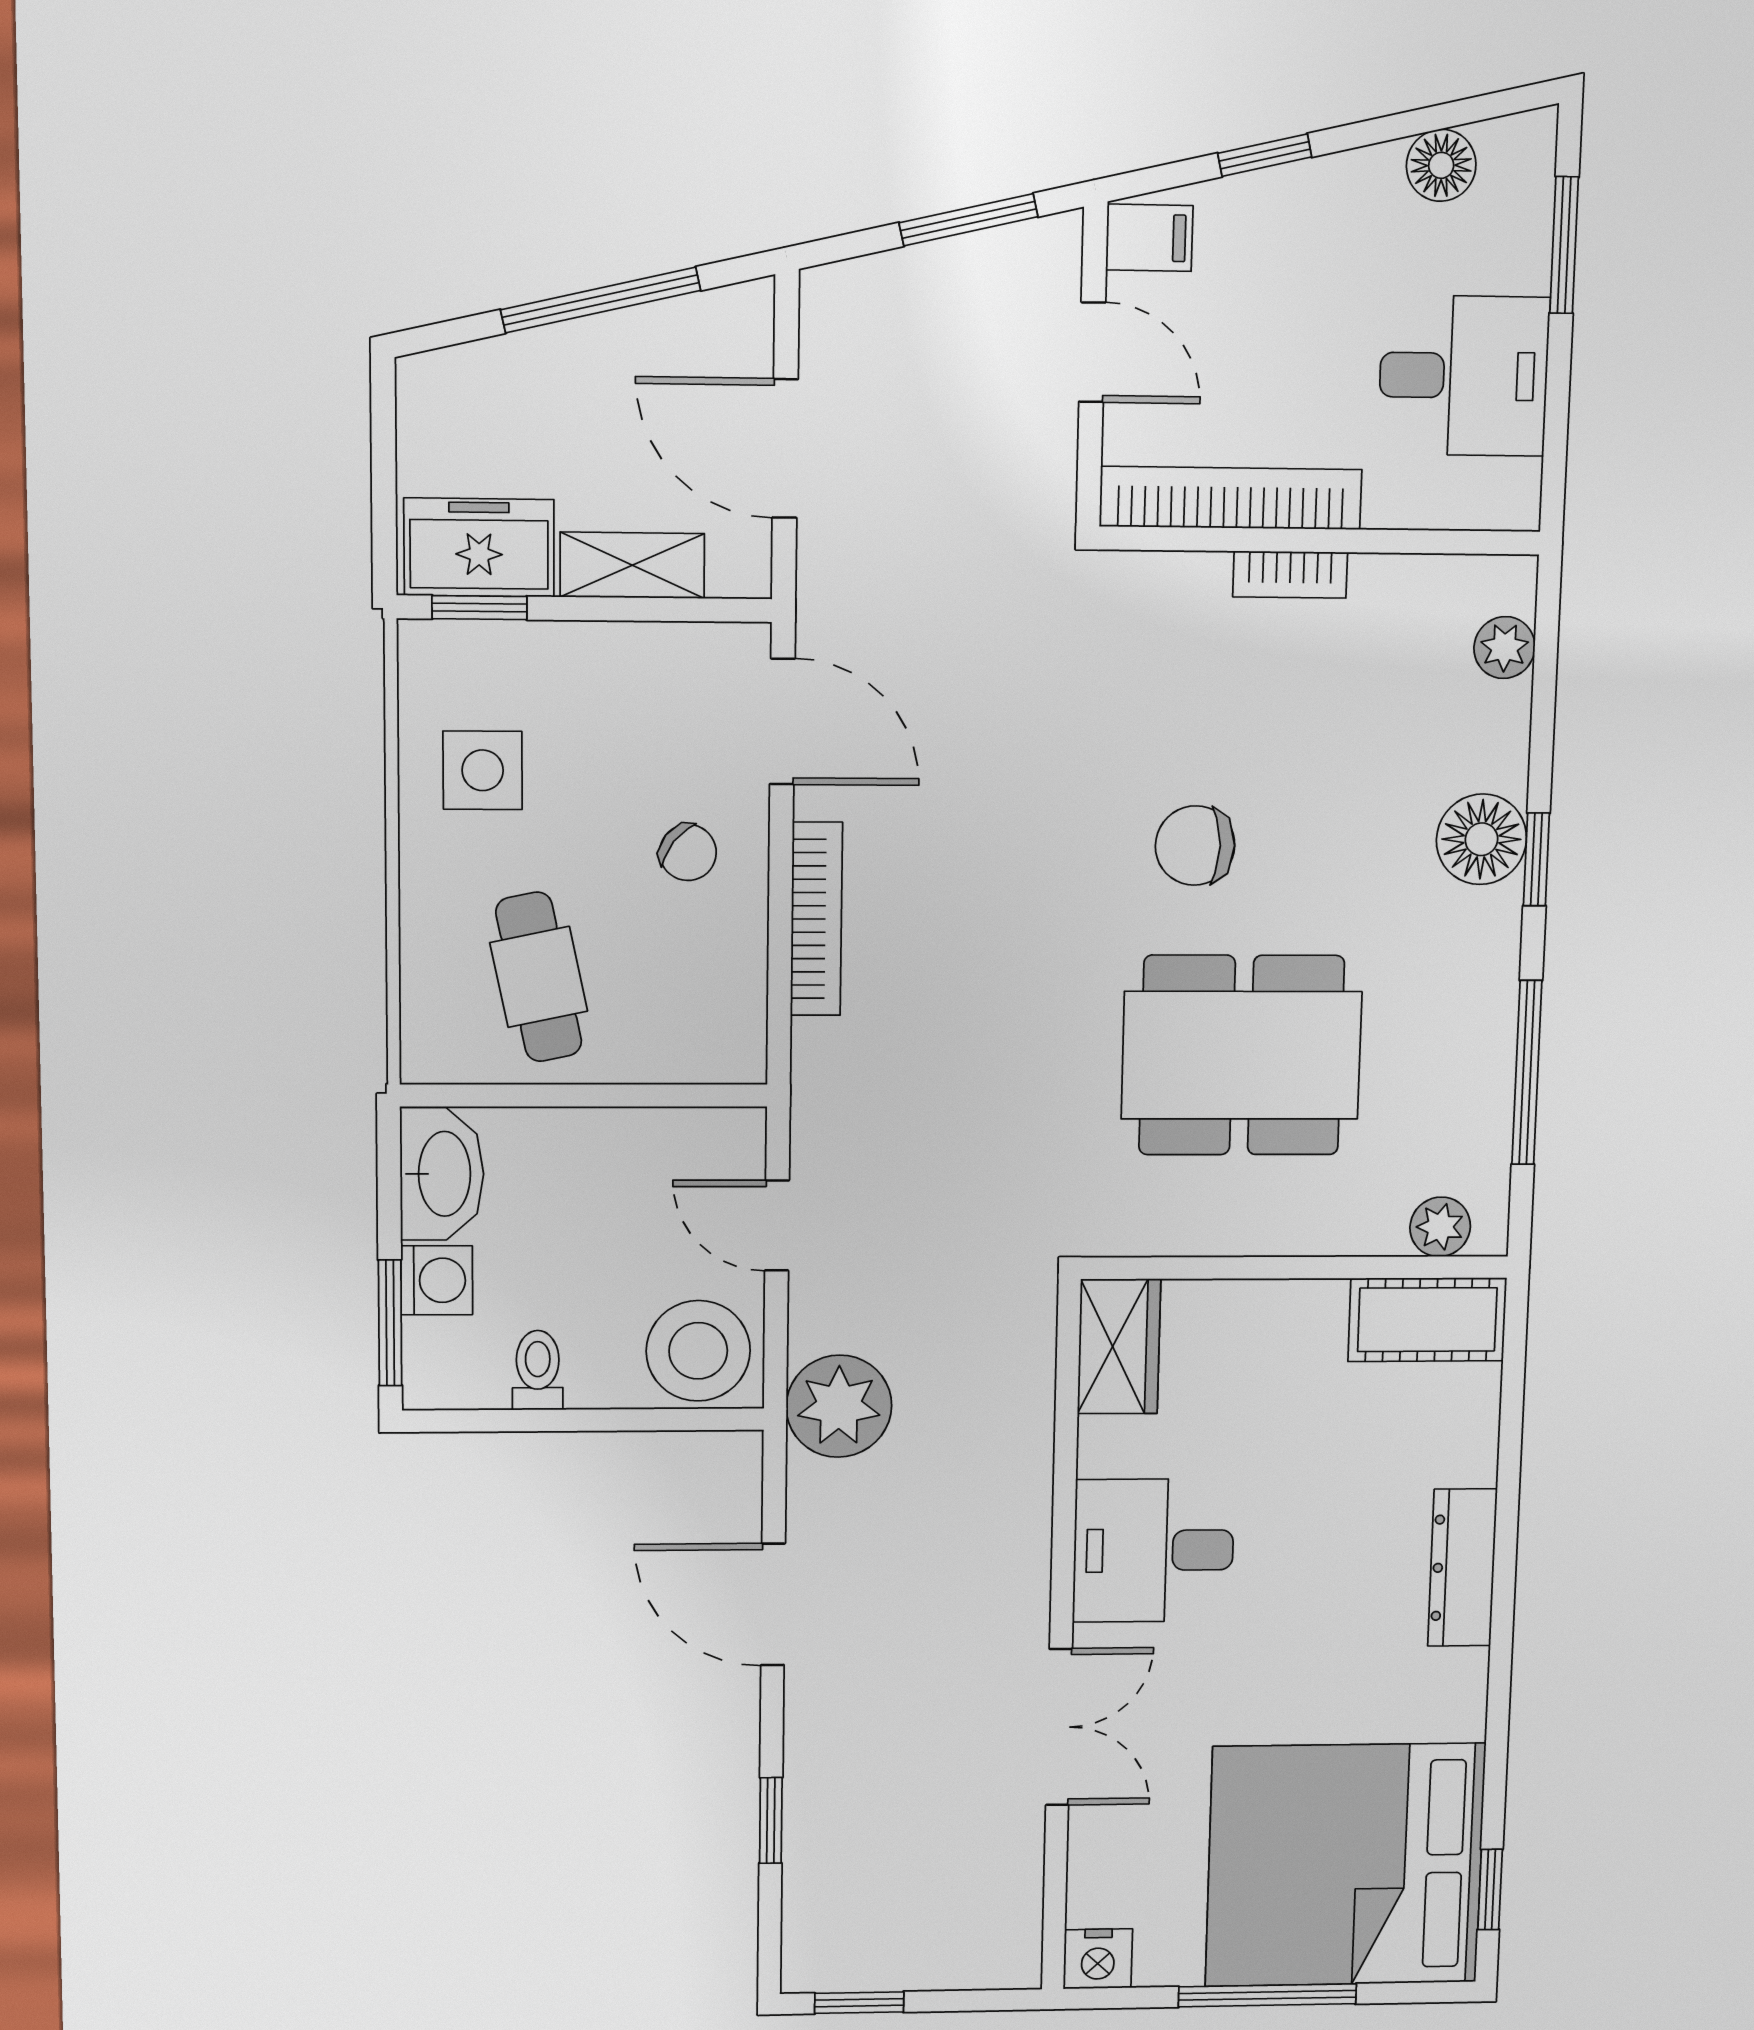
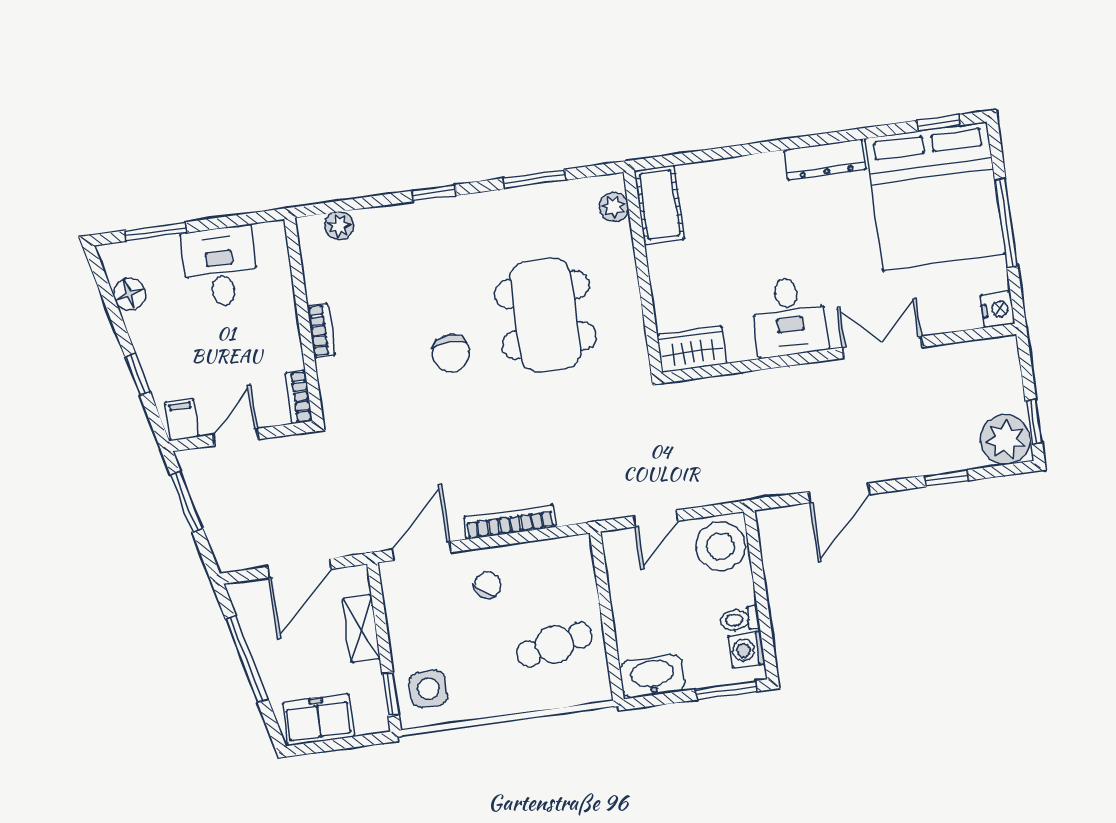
bookcase: (1231, 498) -> (299, 397), width x0.43, depth x0.76
freezer: (479, 547) -> (318, 720), moved, turned 90
side table: (483, 770) -> (428, 689), moved
floor lamp: (1481, 839) -> (429, 220), removed
window: (1527, 1073) -> (535, 179), width x0.69
washing machine: (437, 1280) -> (747, 650), moved, turned -90
plant: (839, 1406) -> (1005, 440), moved
dresser: (1462, 1568) -> (825, 160), moved

